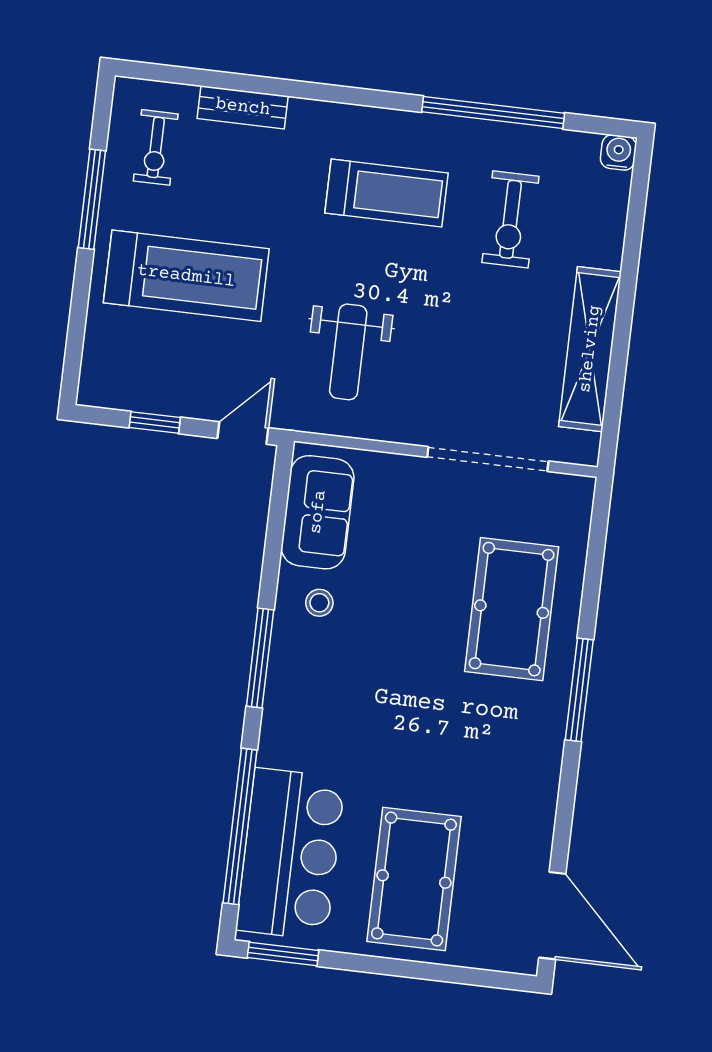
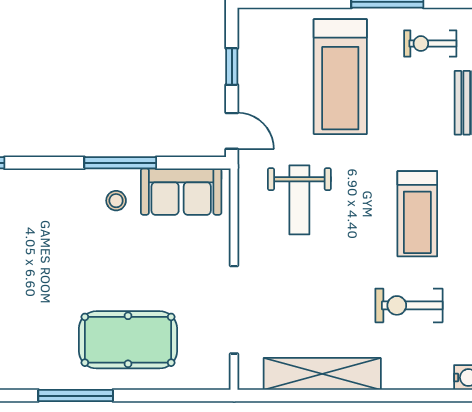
weight bench: (348, 352) -> (299, 200), turned -90
window: (260, 658) -> (120, 163), moved

